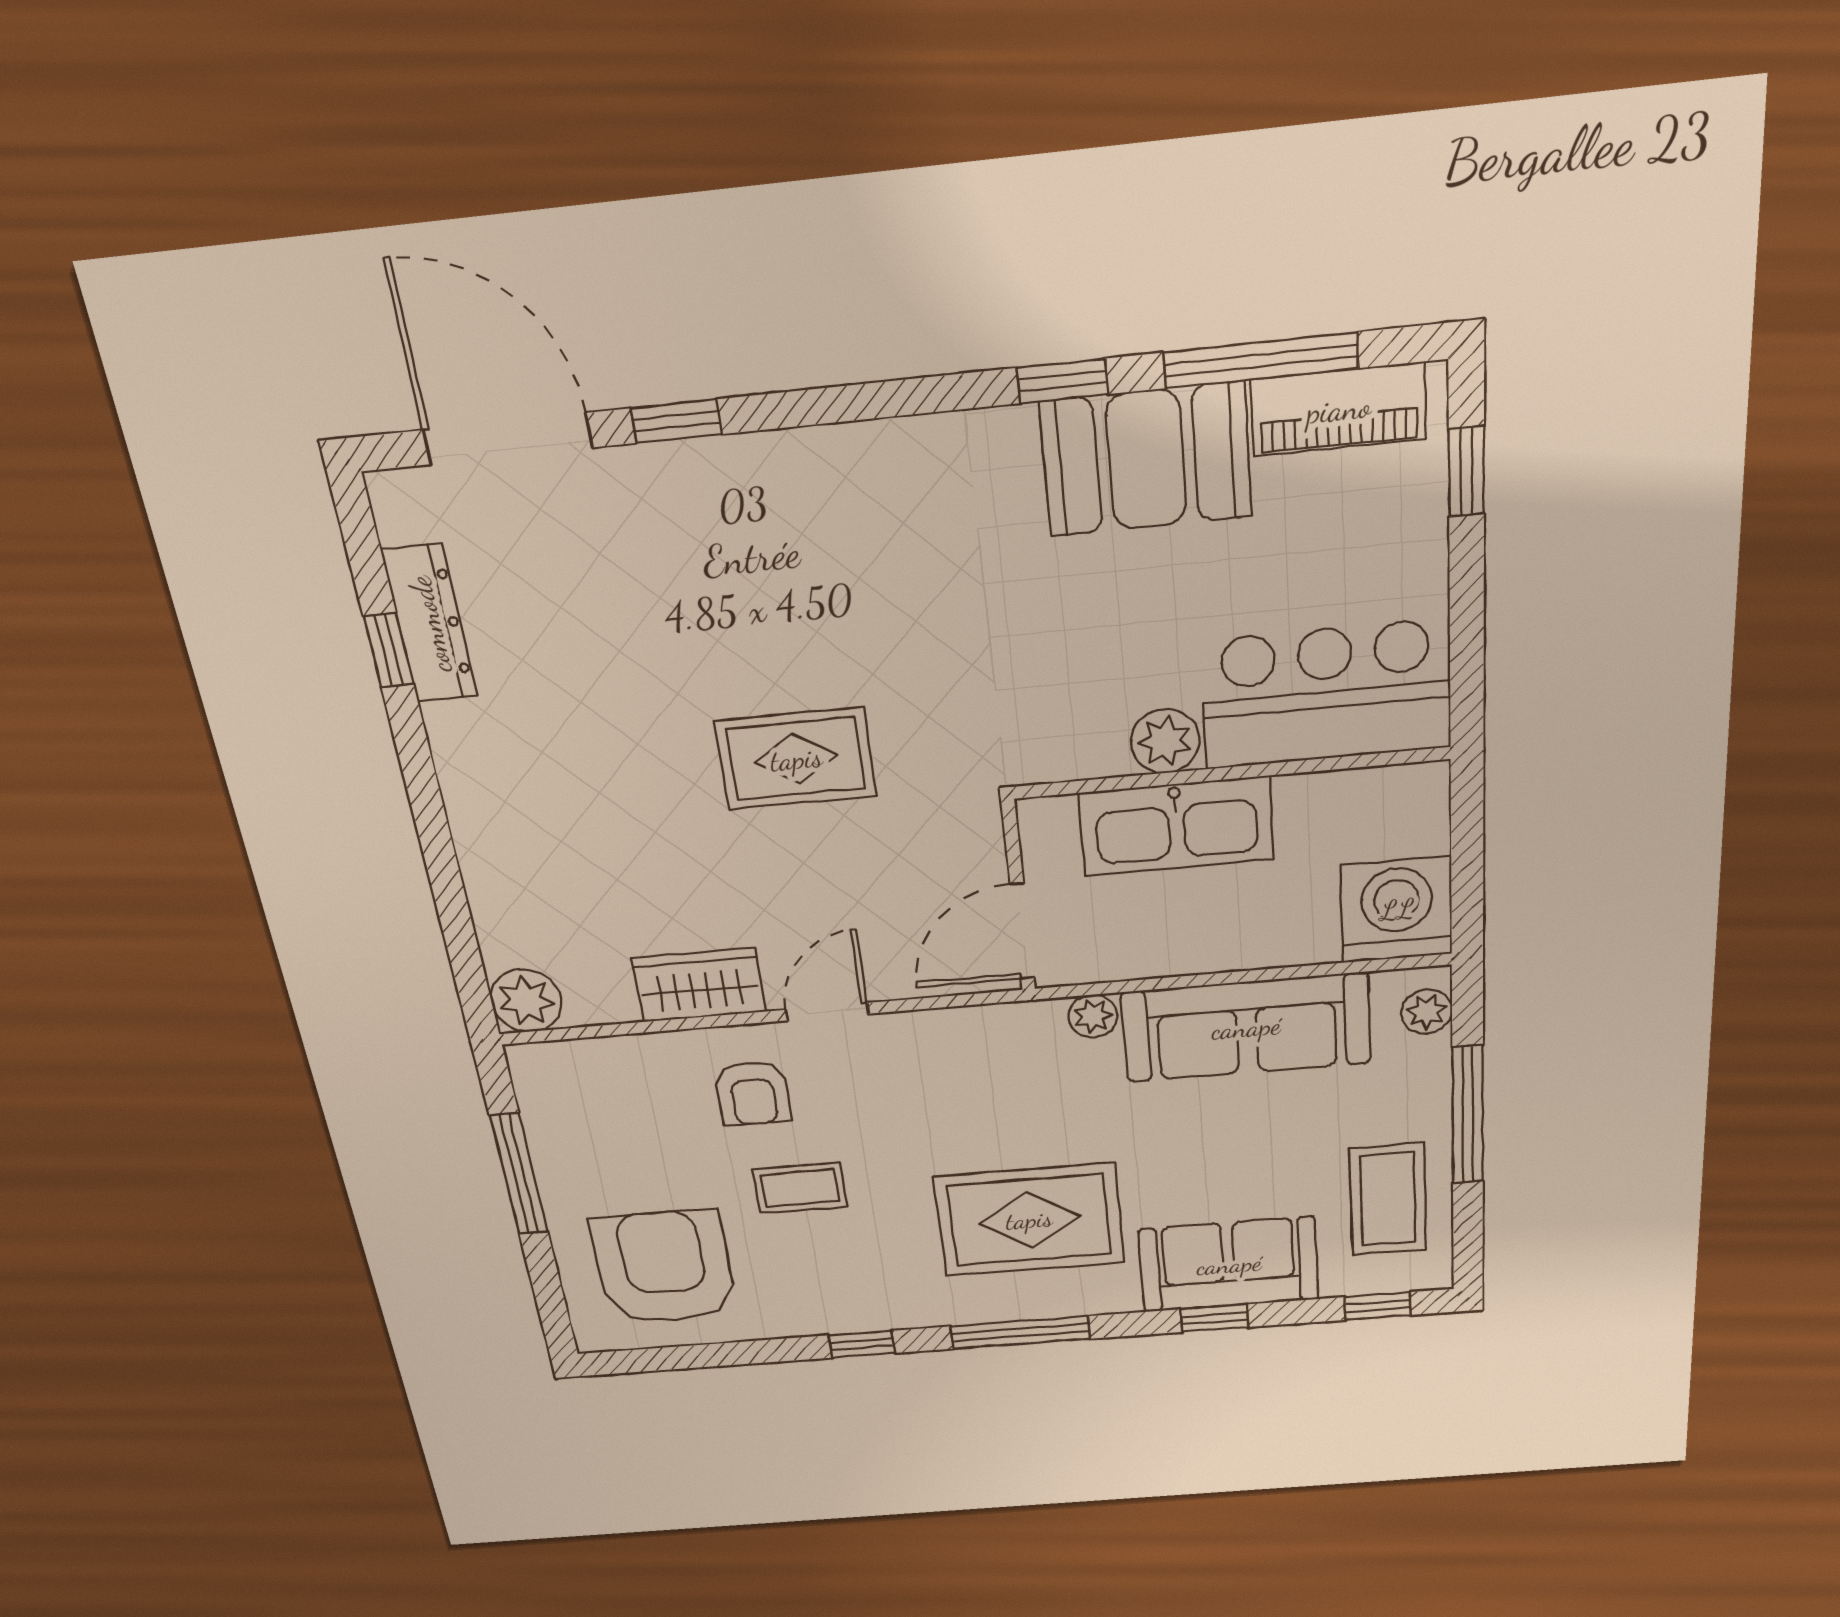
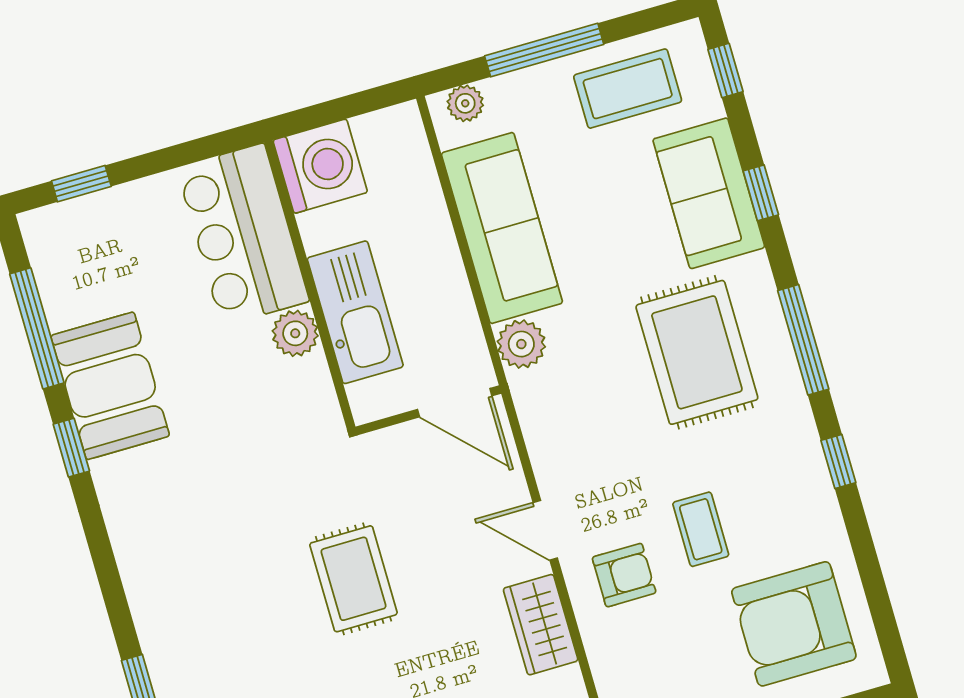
piano: (1339, 409) -> (58, 273), removed
washing machine: (1397, 910) -> (320, 166), moved, turned 180
plant: (1093, 1016) -> (521, 344), width x1.38, depth x1.38

